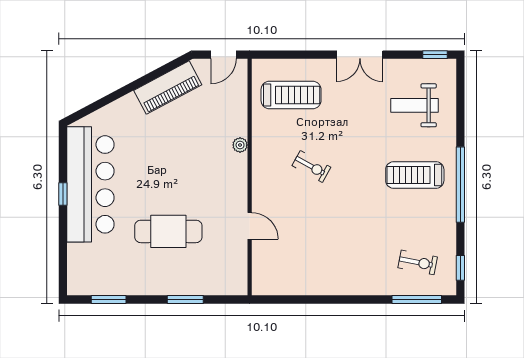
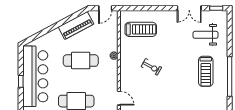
double door: (360, 55) -> (189, 8), moved
cafe table: (177, 154) -> (81, 61), added
treadmill: (415, 175) -> (206, 71), turned -90

